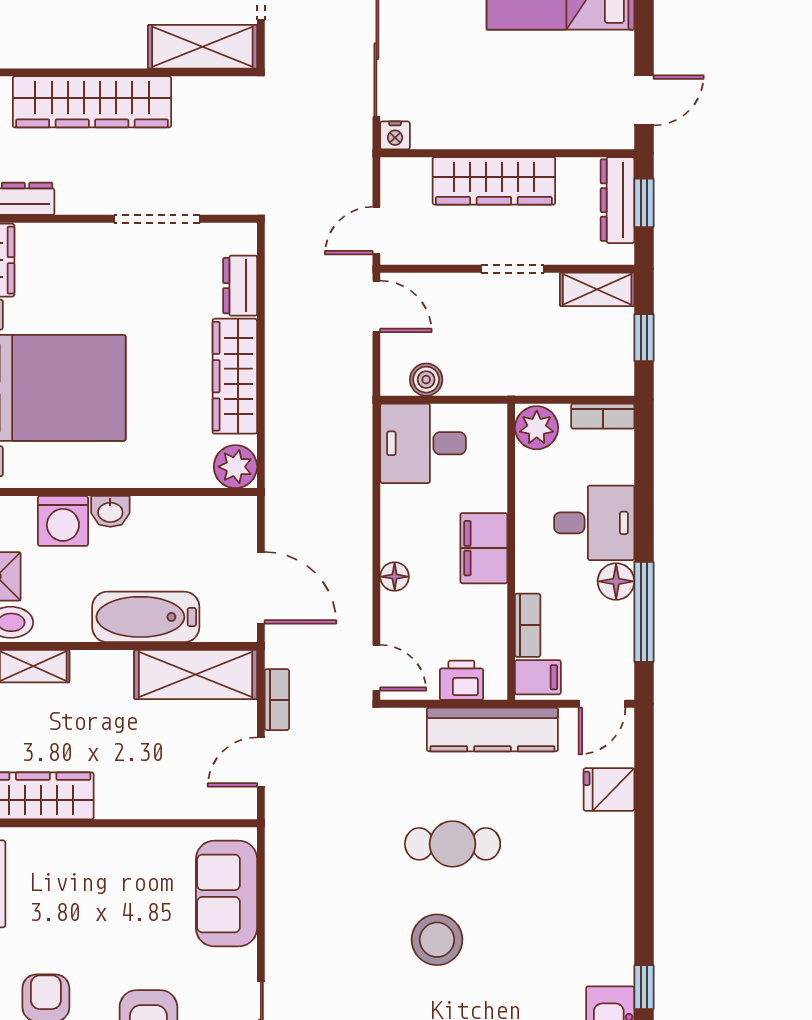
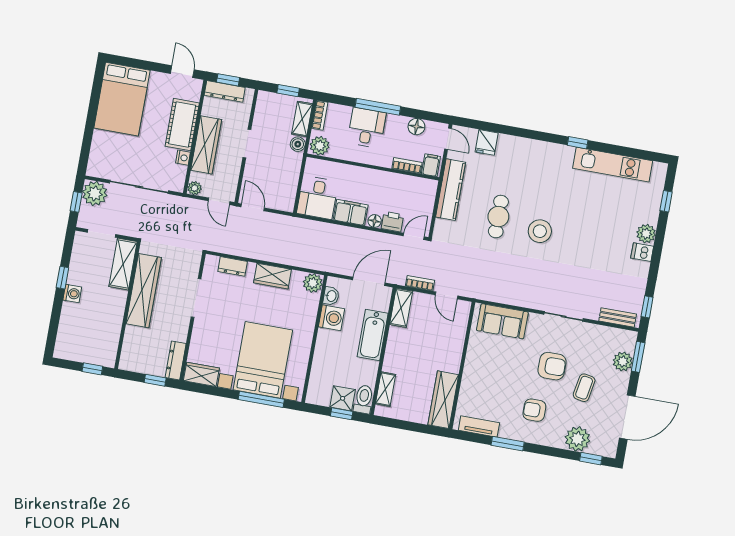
wardrobe: (92, 102) -> (144, 291), moved
cot: (529, 121) -> (182, 125), added
nightstand: (395, 135) -> (183, 158), moved
plant: (396, 172) -> (195, 188), added
shelving: (597, 289) -> (302, 119), moved
door: (376, 306) -> (253, 207), hinge flipped
wardrobe: (235, 376) -> (272, 276), width x0.67
boiler: (426, 380) -> (298, 144), moved
washbasin: (110, 511) -> (331, 296), moved
washing machine: (63, 521) -> (332, 318), moved
filing cabinet: (484, 548) -> (351, 212), moved, turned 180
floor lamp: (616, 581) -> (416, 127), moved
window: (644, 612) -> (378, 107), moved
shelving: (196, 675) -> (401, 308), width x0.67, depth x0.75
printer: (461, 680) -> (392, 222), moved, turned 90

